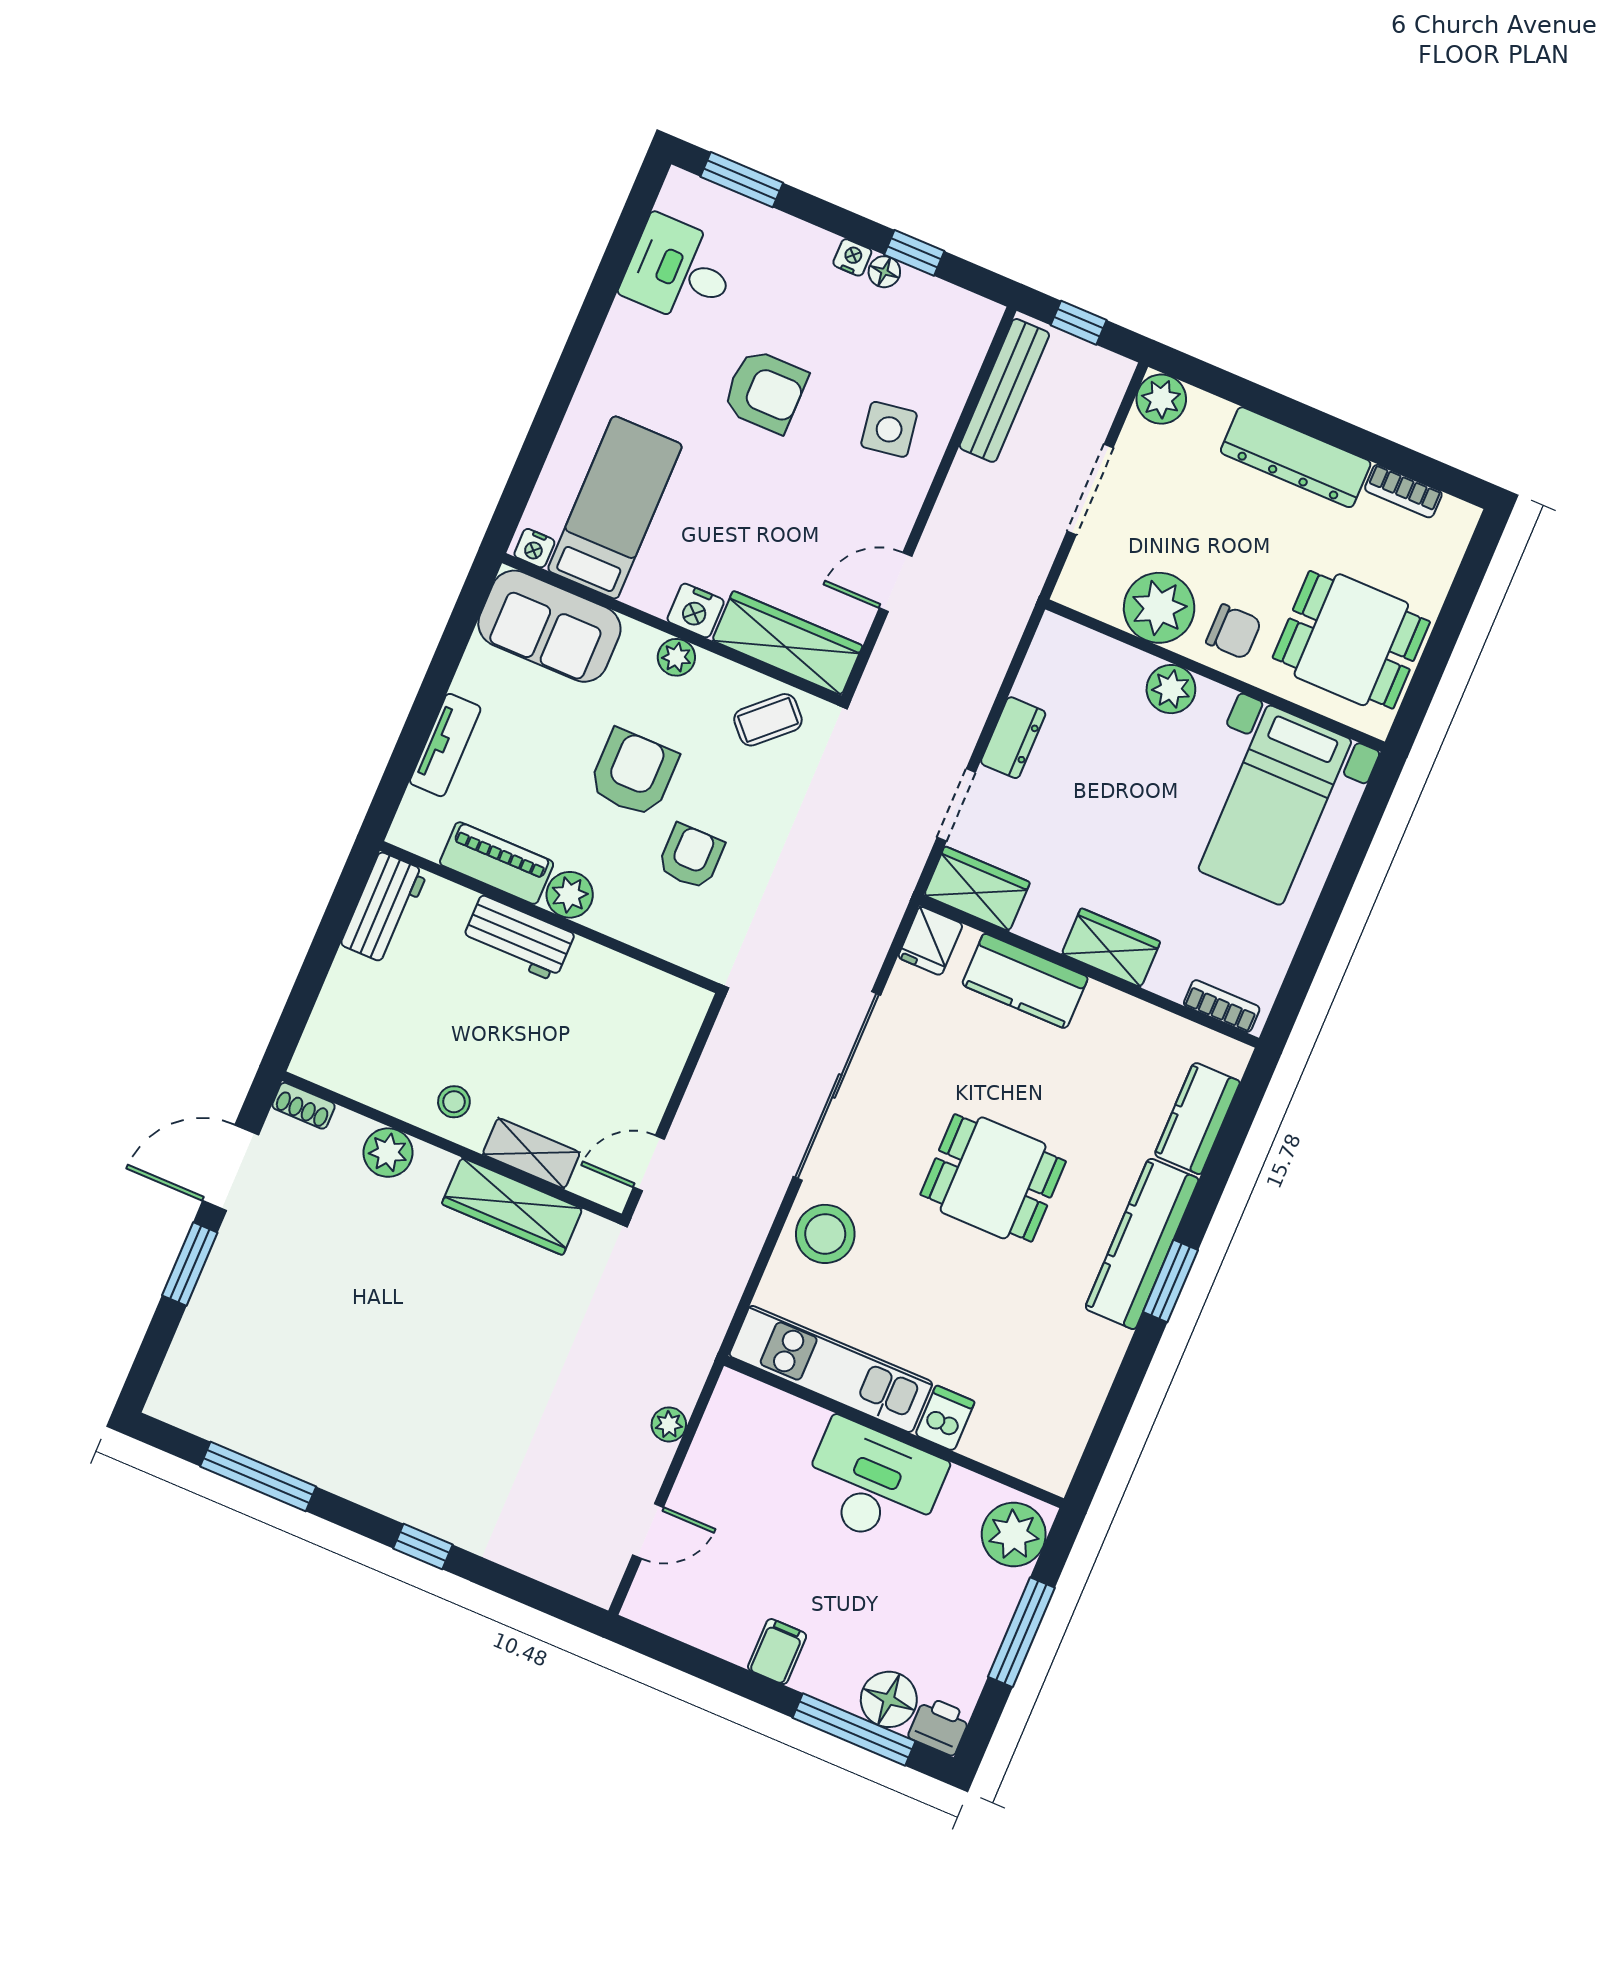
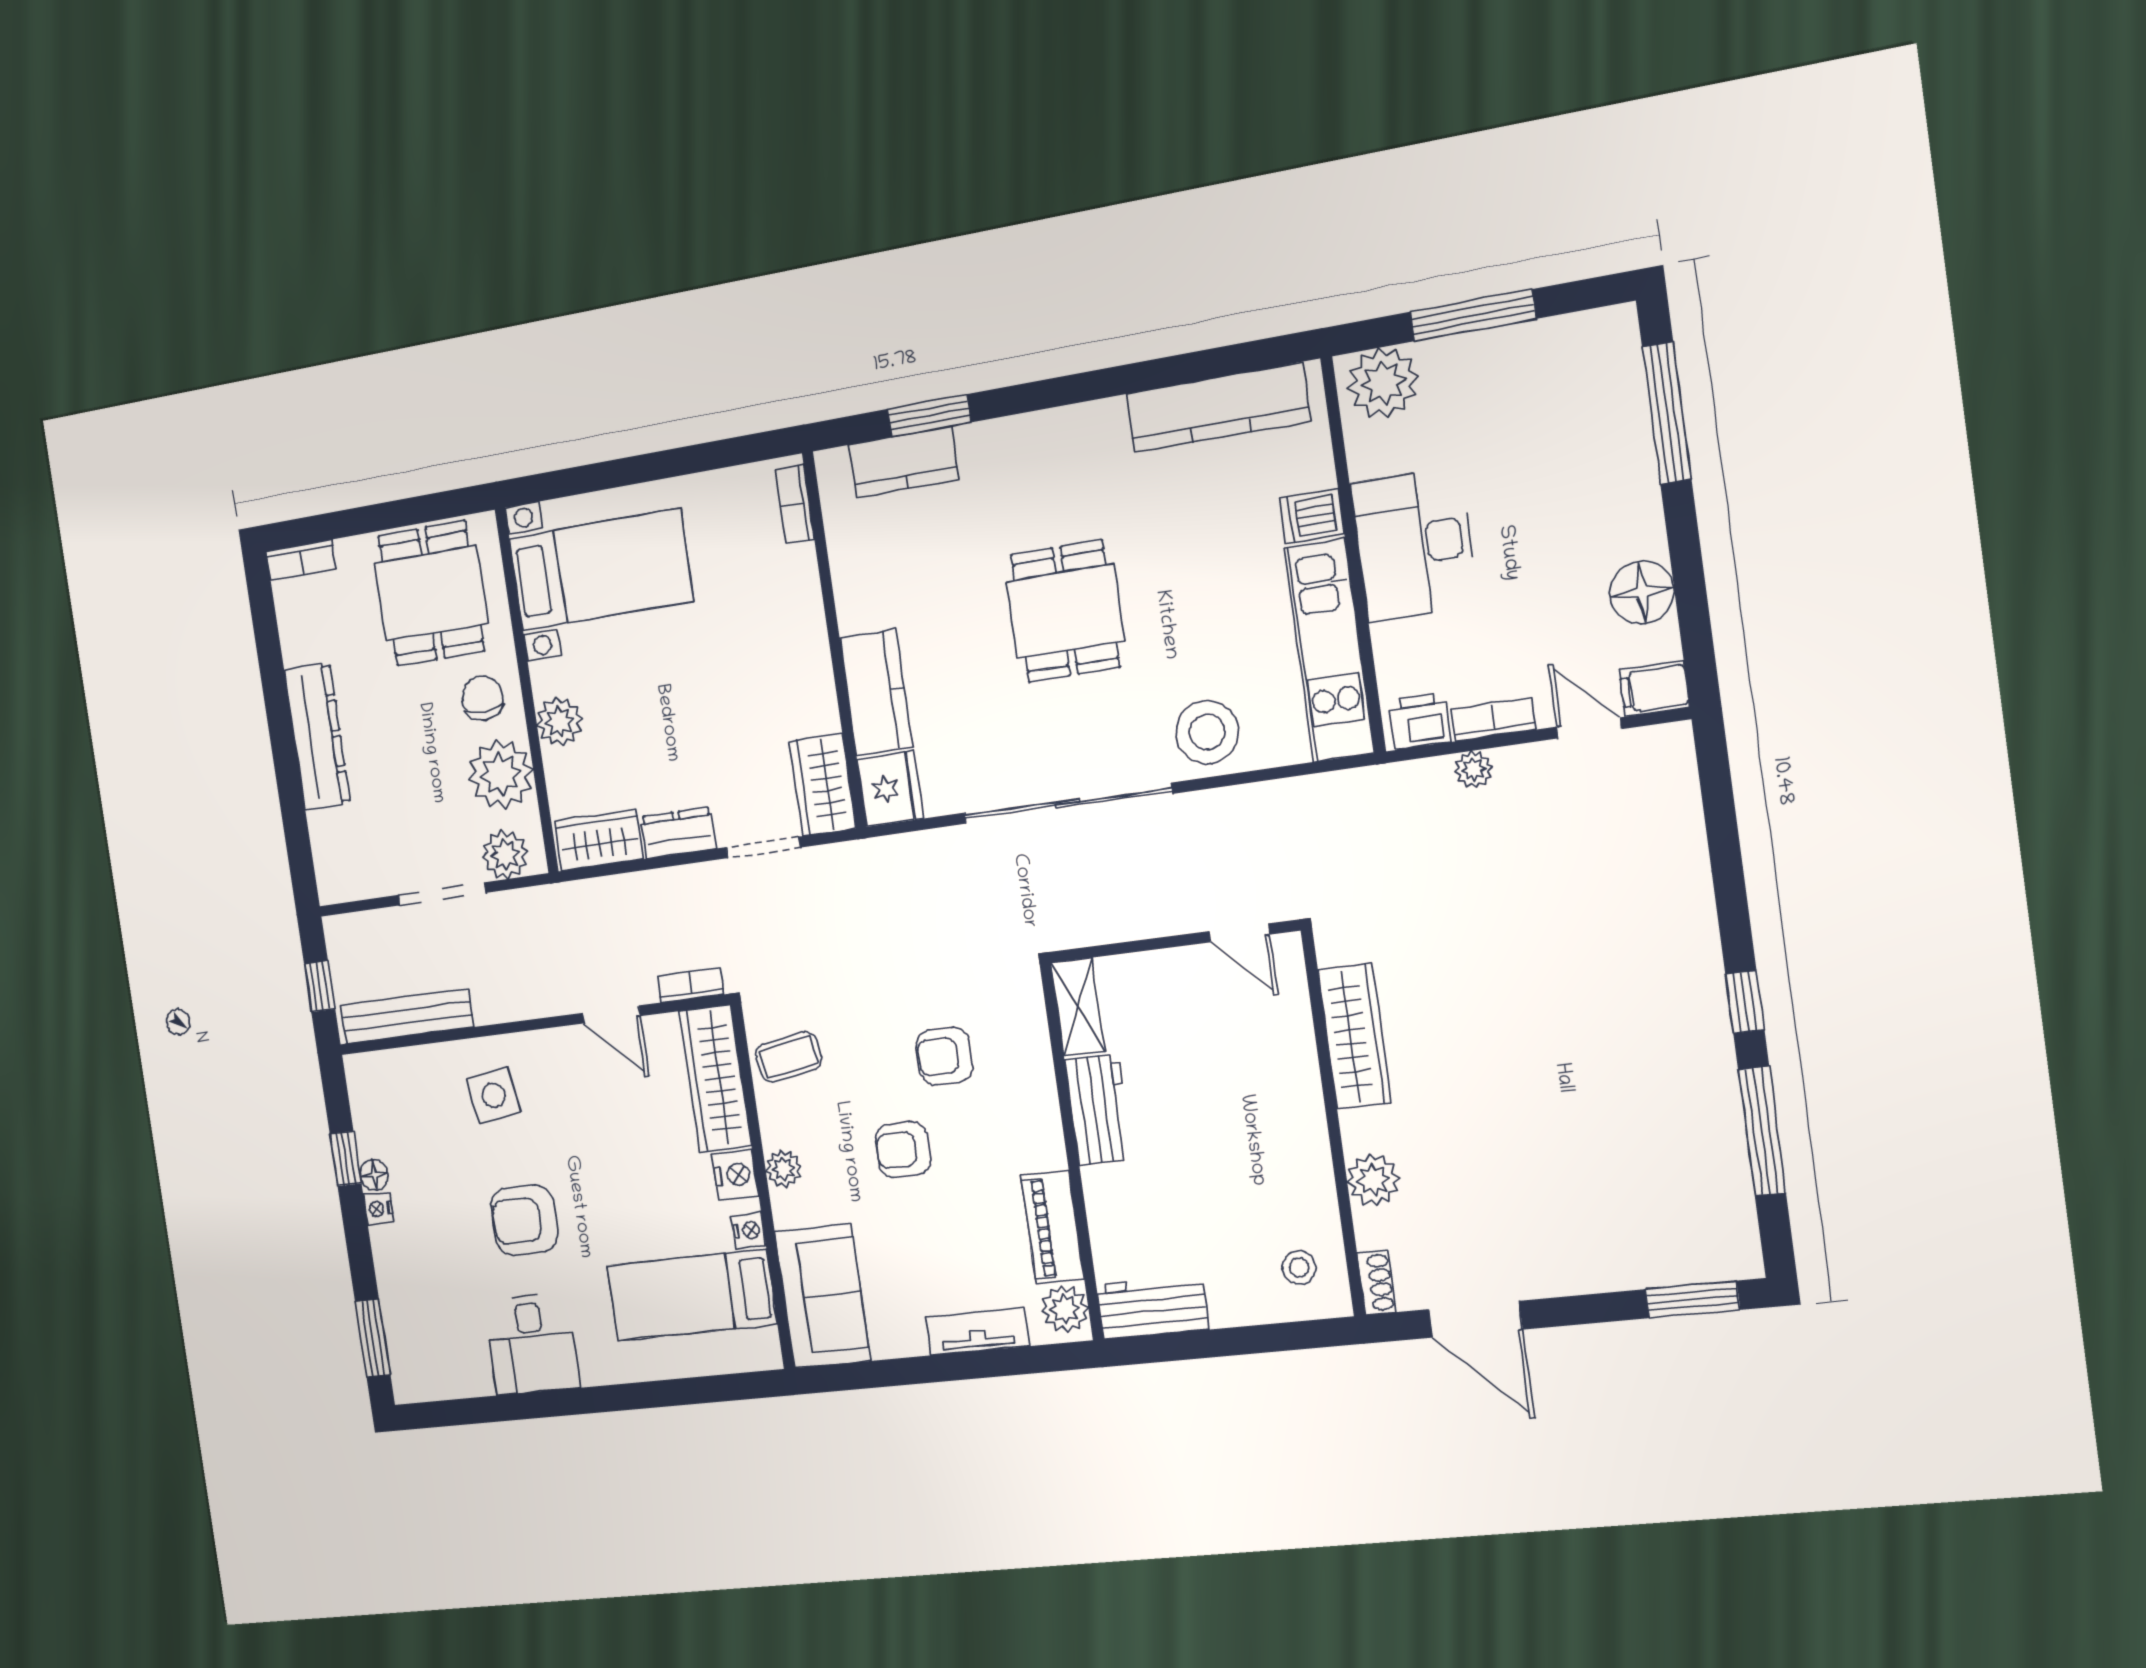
desk: (679, 271) -> (532, 1344), moved
armchair: (765, 391) -> (524, 1220), turned -90
plant: (1161, 399) -> (505, 854), moved
bookcase: (1403, 491) -> (301, 560), moved, turned 90
nightstand: (534, 548) -> (749, 1230), moved
bookcase: (879, 669) -> (690, 985), added
coffee table: (768, 720) -> (789, 1057), turned -57
armchair: (633, 773) -> (903, 1150), width x0.72, depth x0.72
plant: (570, 895) -> (1065, 1309), moved
workbench: (518, 938) -> (1099, 1110), moved
fridge: (930, 941) -> (890, 789), width x1.38
wardrobe: (1111, 948) -> (599, 840), moved, turned 90
stool: (454, 1102) -> (1299, 1267), moved
shelving: (531, 1153) -> (1078, 1007), moved
kitchen counter: (1142, 1244) -> (1218, 408), moved
window: (190, 1264) -> (1693, 1300), moved
window: (1170, 1281) -> (929, 416), moved
bookcase: (699, 1463) -> (1493, 720), added
window: (423, 1546) -> (1745, 1002), moved
filing cabinet: (777, 1652) -> (1654, 688), moved
floor lamp: (889, 1699) -> (1642, 592), moved
printer: (939, 1726) -> (1420, 721), moved, turned 90

